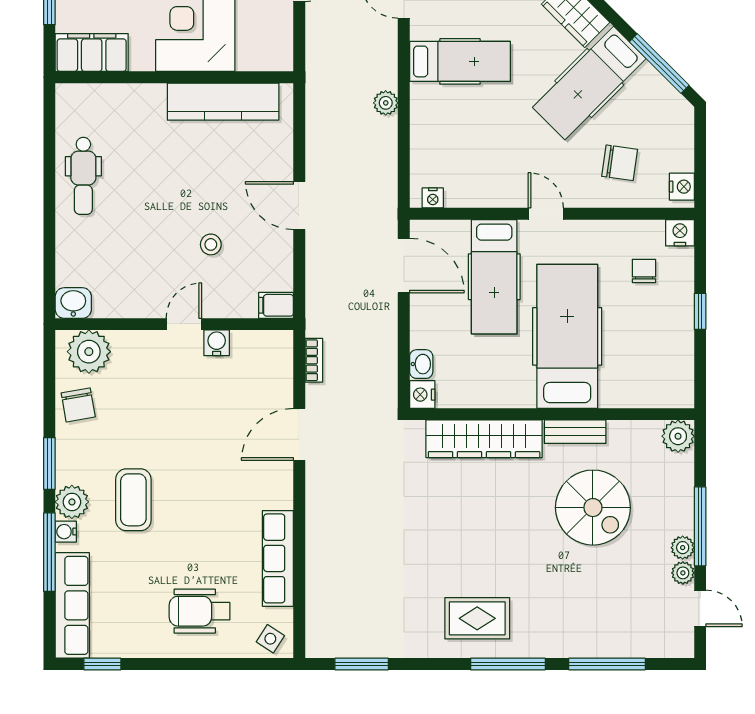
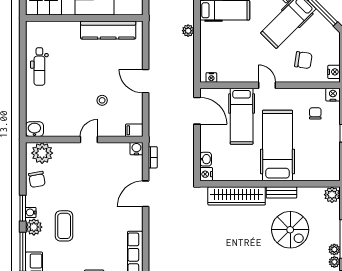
water cooler: (217, 343) -> (136, 149), moved
water cooler: (66, 532) -> (31, 212), moved

